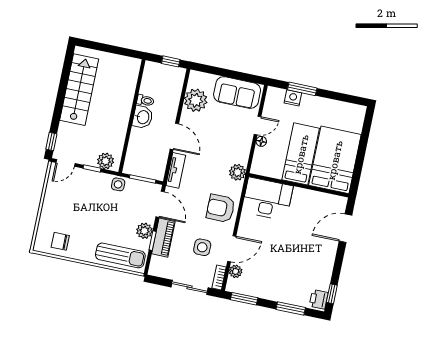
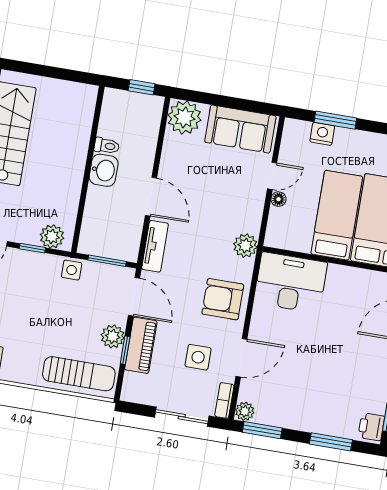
plant: (196, 100) -> (184, 117), moved
plant: (236, 271) -> (245, 411), moved

